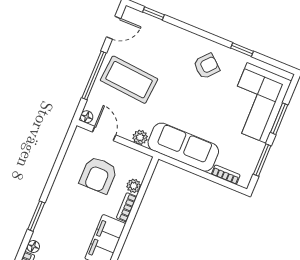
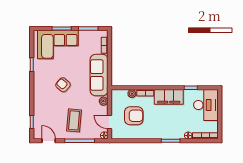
armchair: (206, 66) -> (63, 85), moved
coffee table: (129, 80) -> (74, 120), width x0.73, depth x0.76
door: (104, 134) -> (110, 122), hinge flipped

